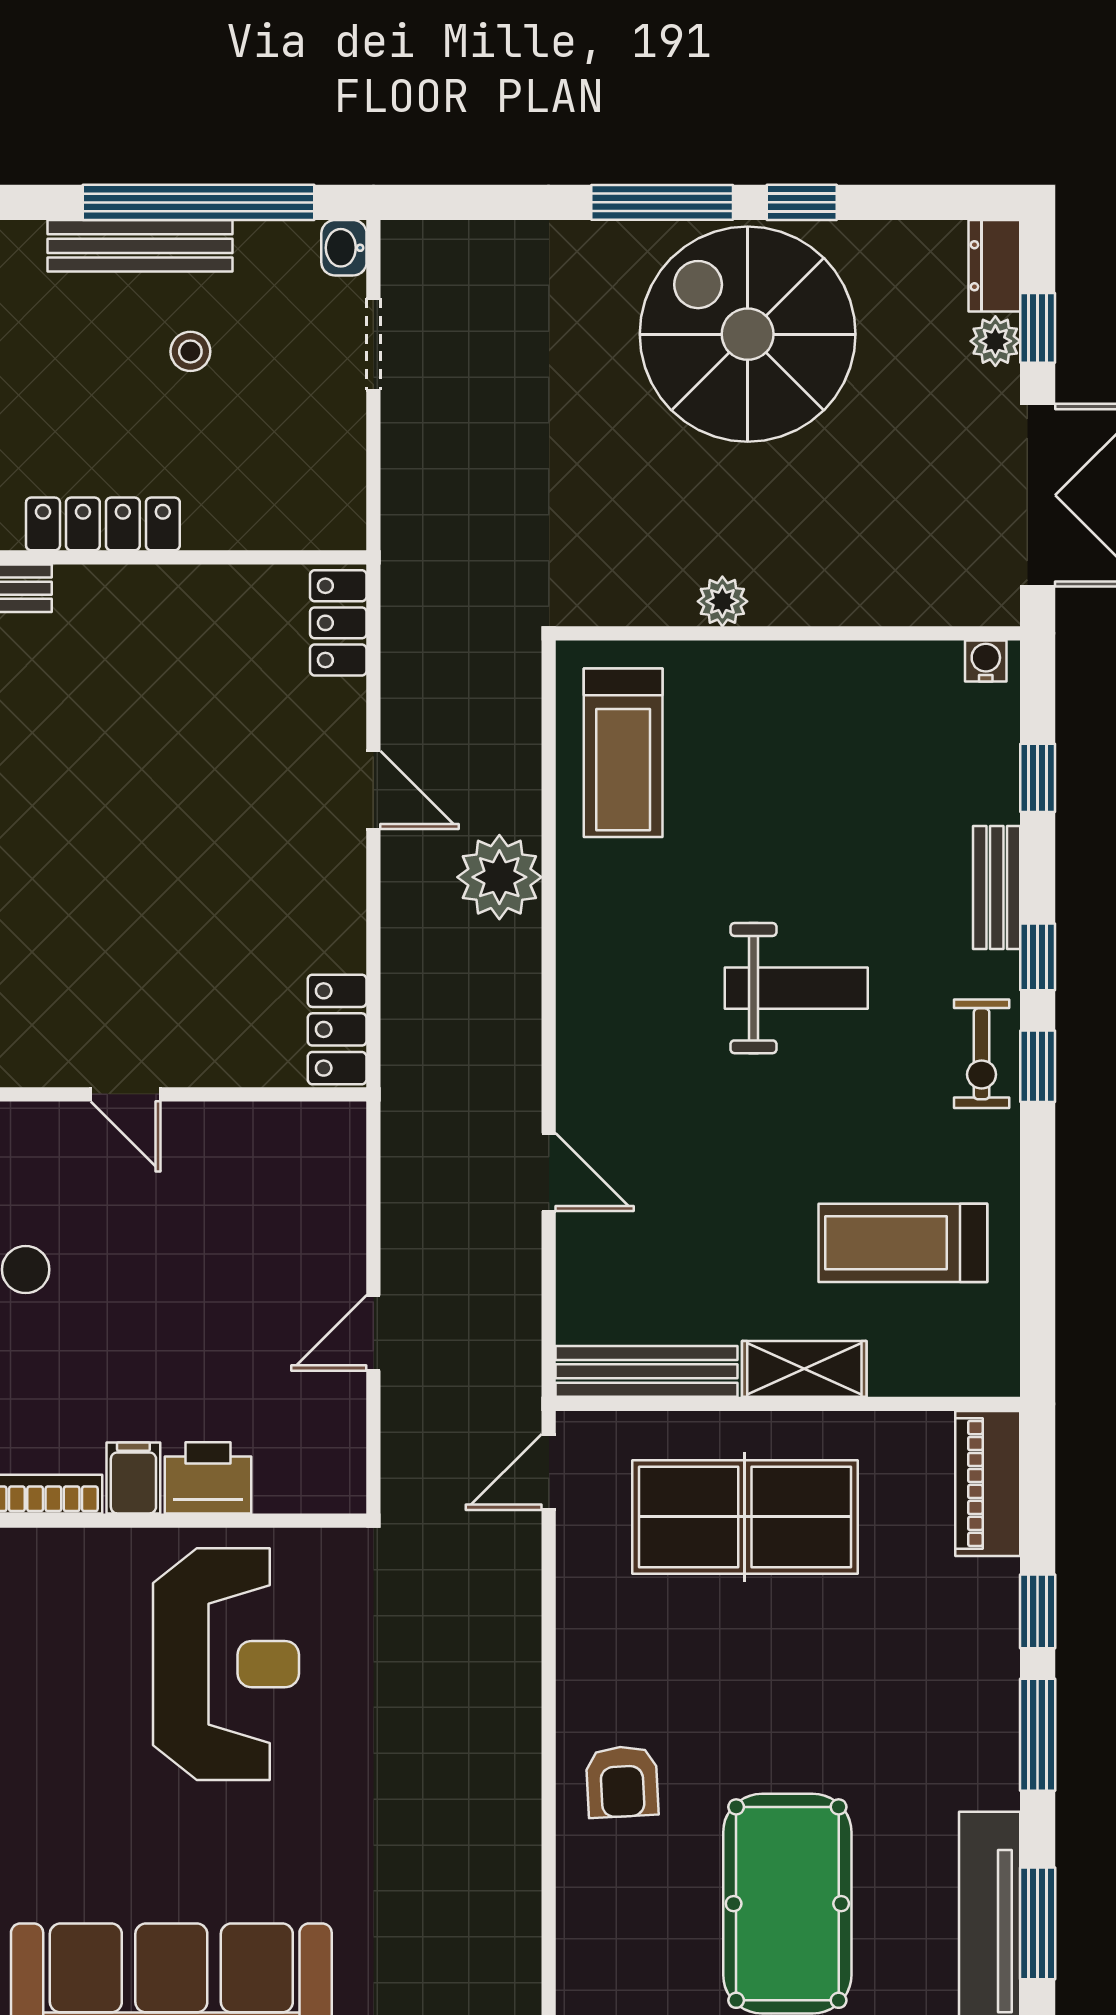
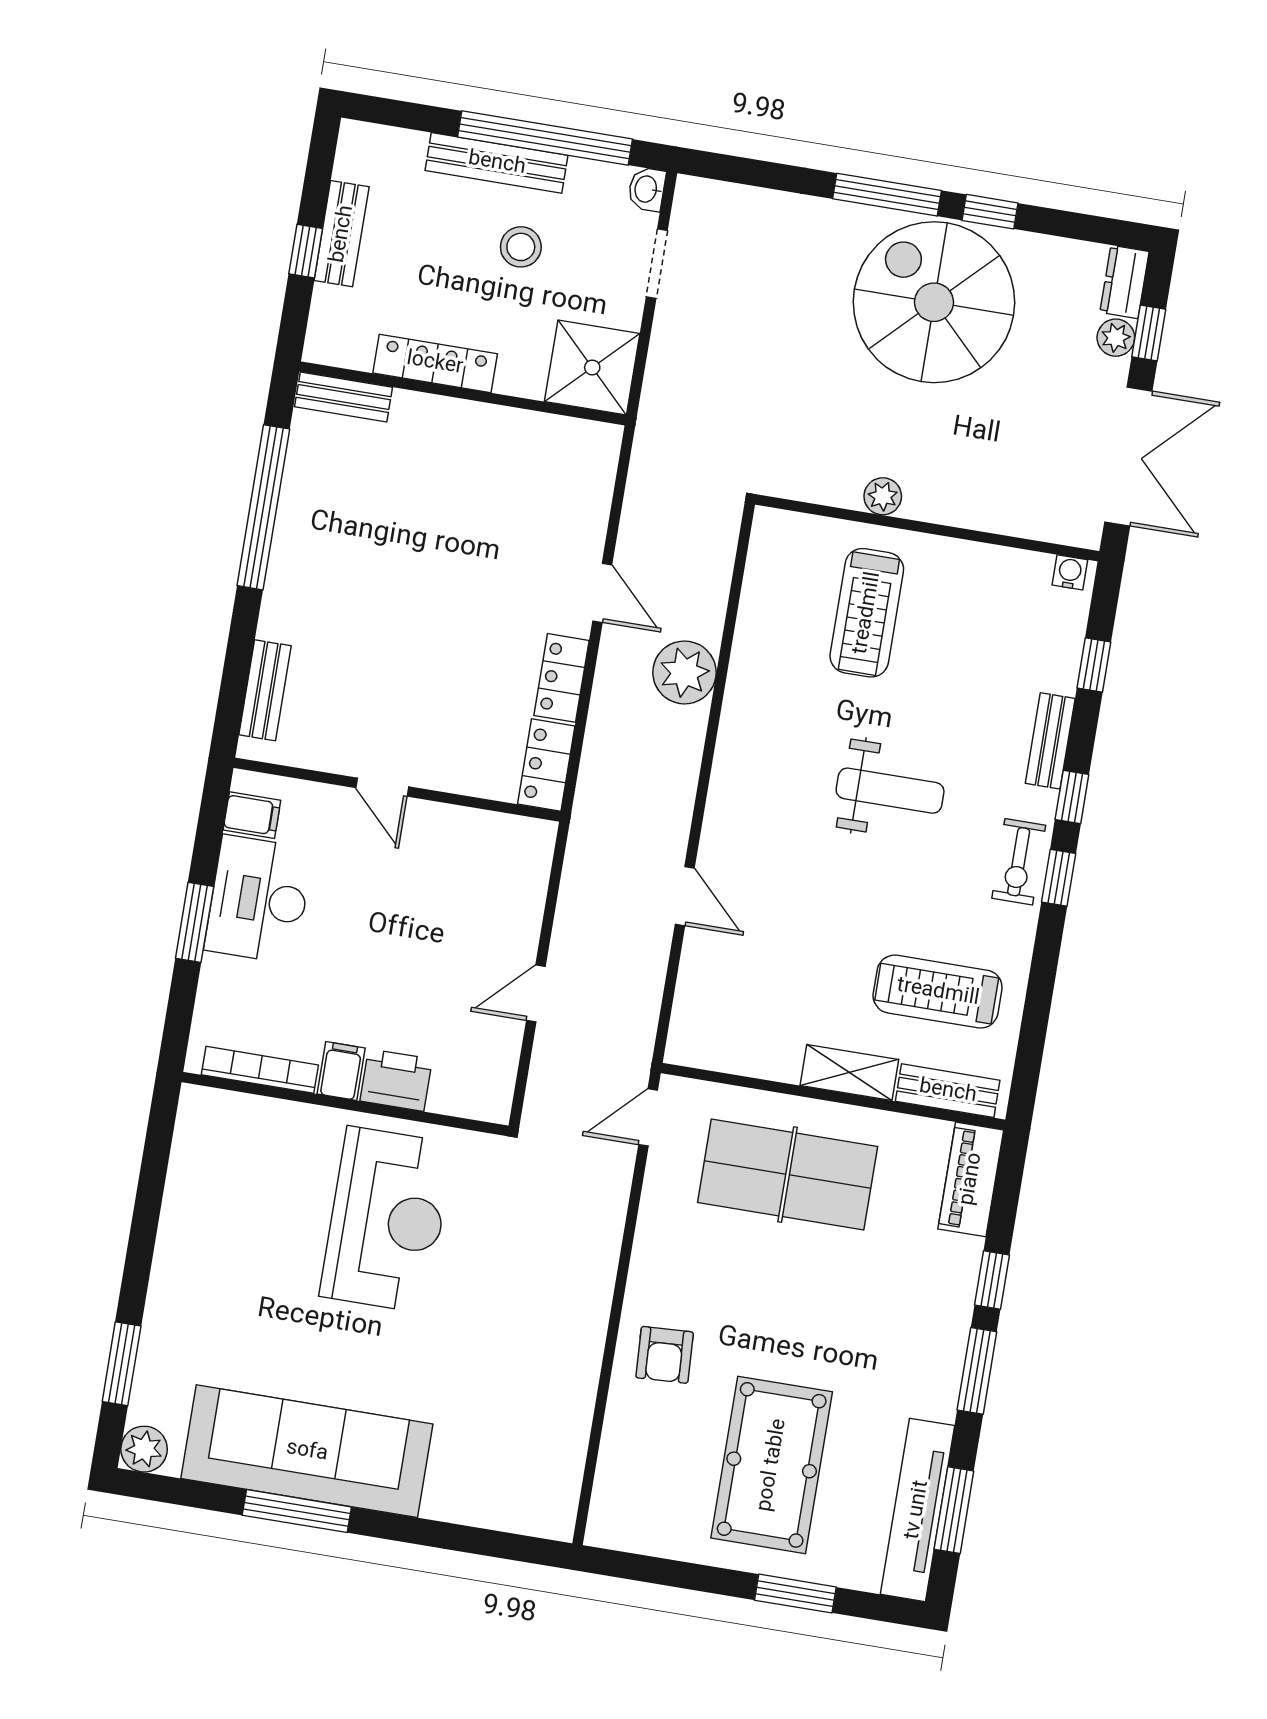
stool: (190, 351) -> (521, 247), width x1.37, depth x1.37
shower: (311, 495) -> (592, 367), added
locker: (338, 623) -> (562, 678), moved
treadmill: (623, 753) -> (867, 613), moved
bench: (647, 1371) -> (948, 1091), moved, width x0.73

